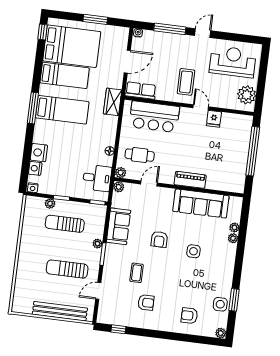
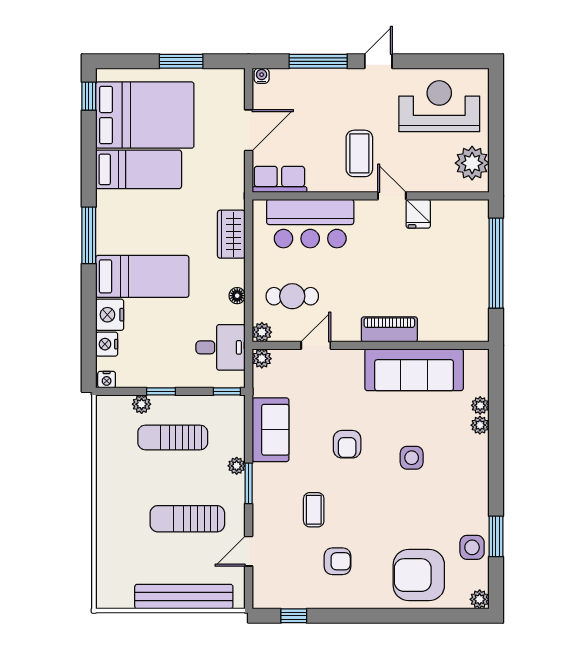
wardrobe: (113, 102) -> (231, 234), moved
bed: (62, 110) -> (142, 276), moved
armchair: (189, 316) -> (419, 575), width x1.88, depth x1.88

